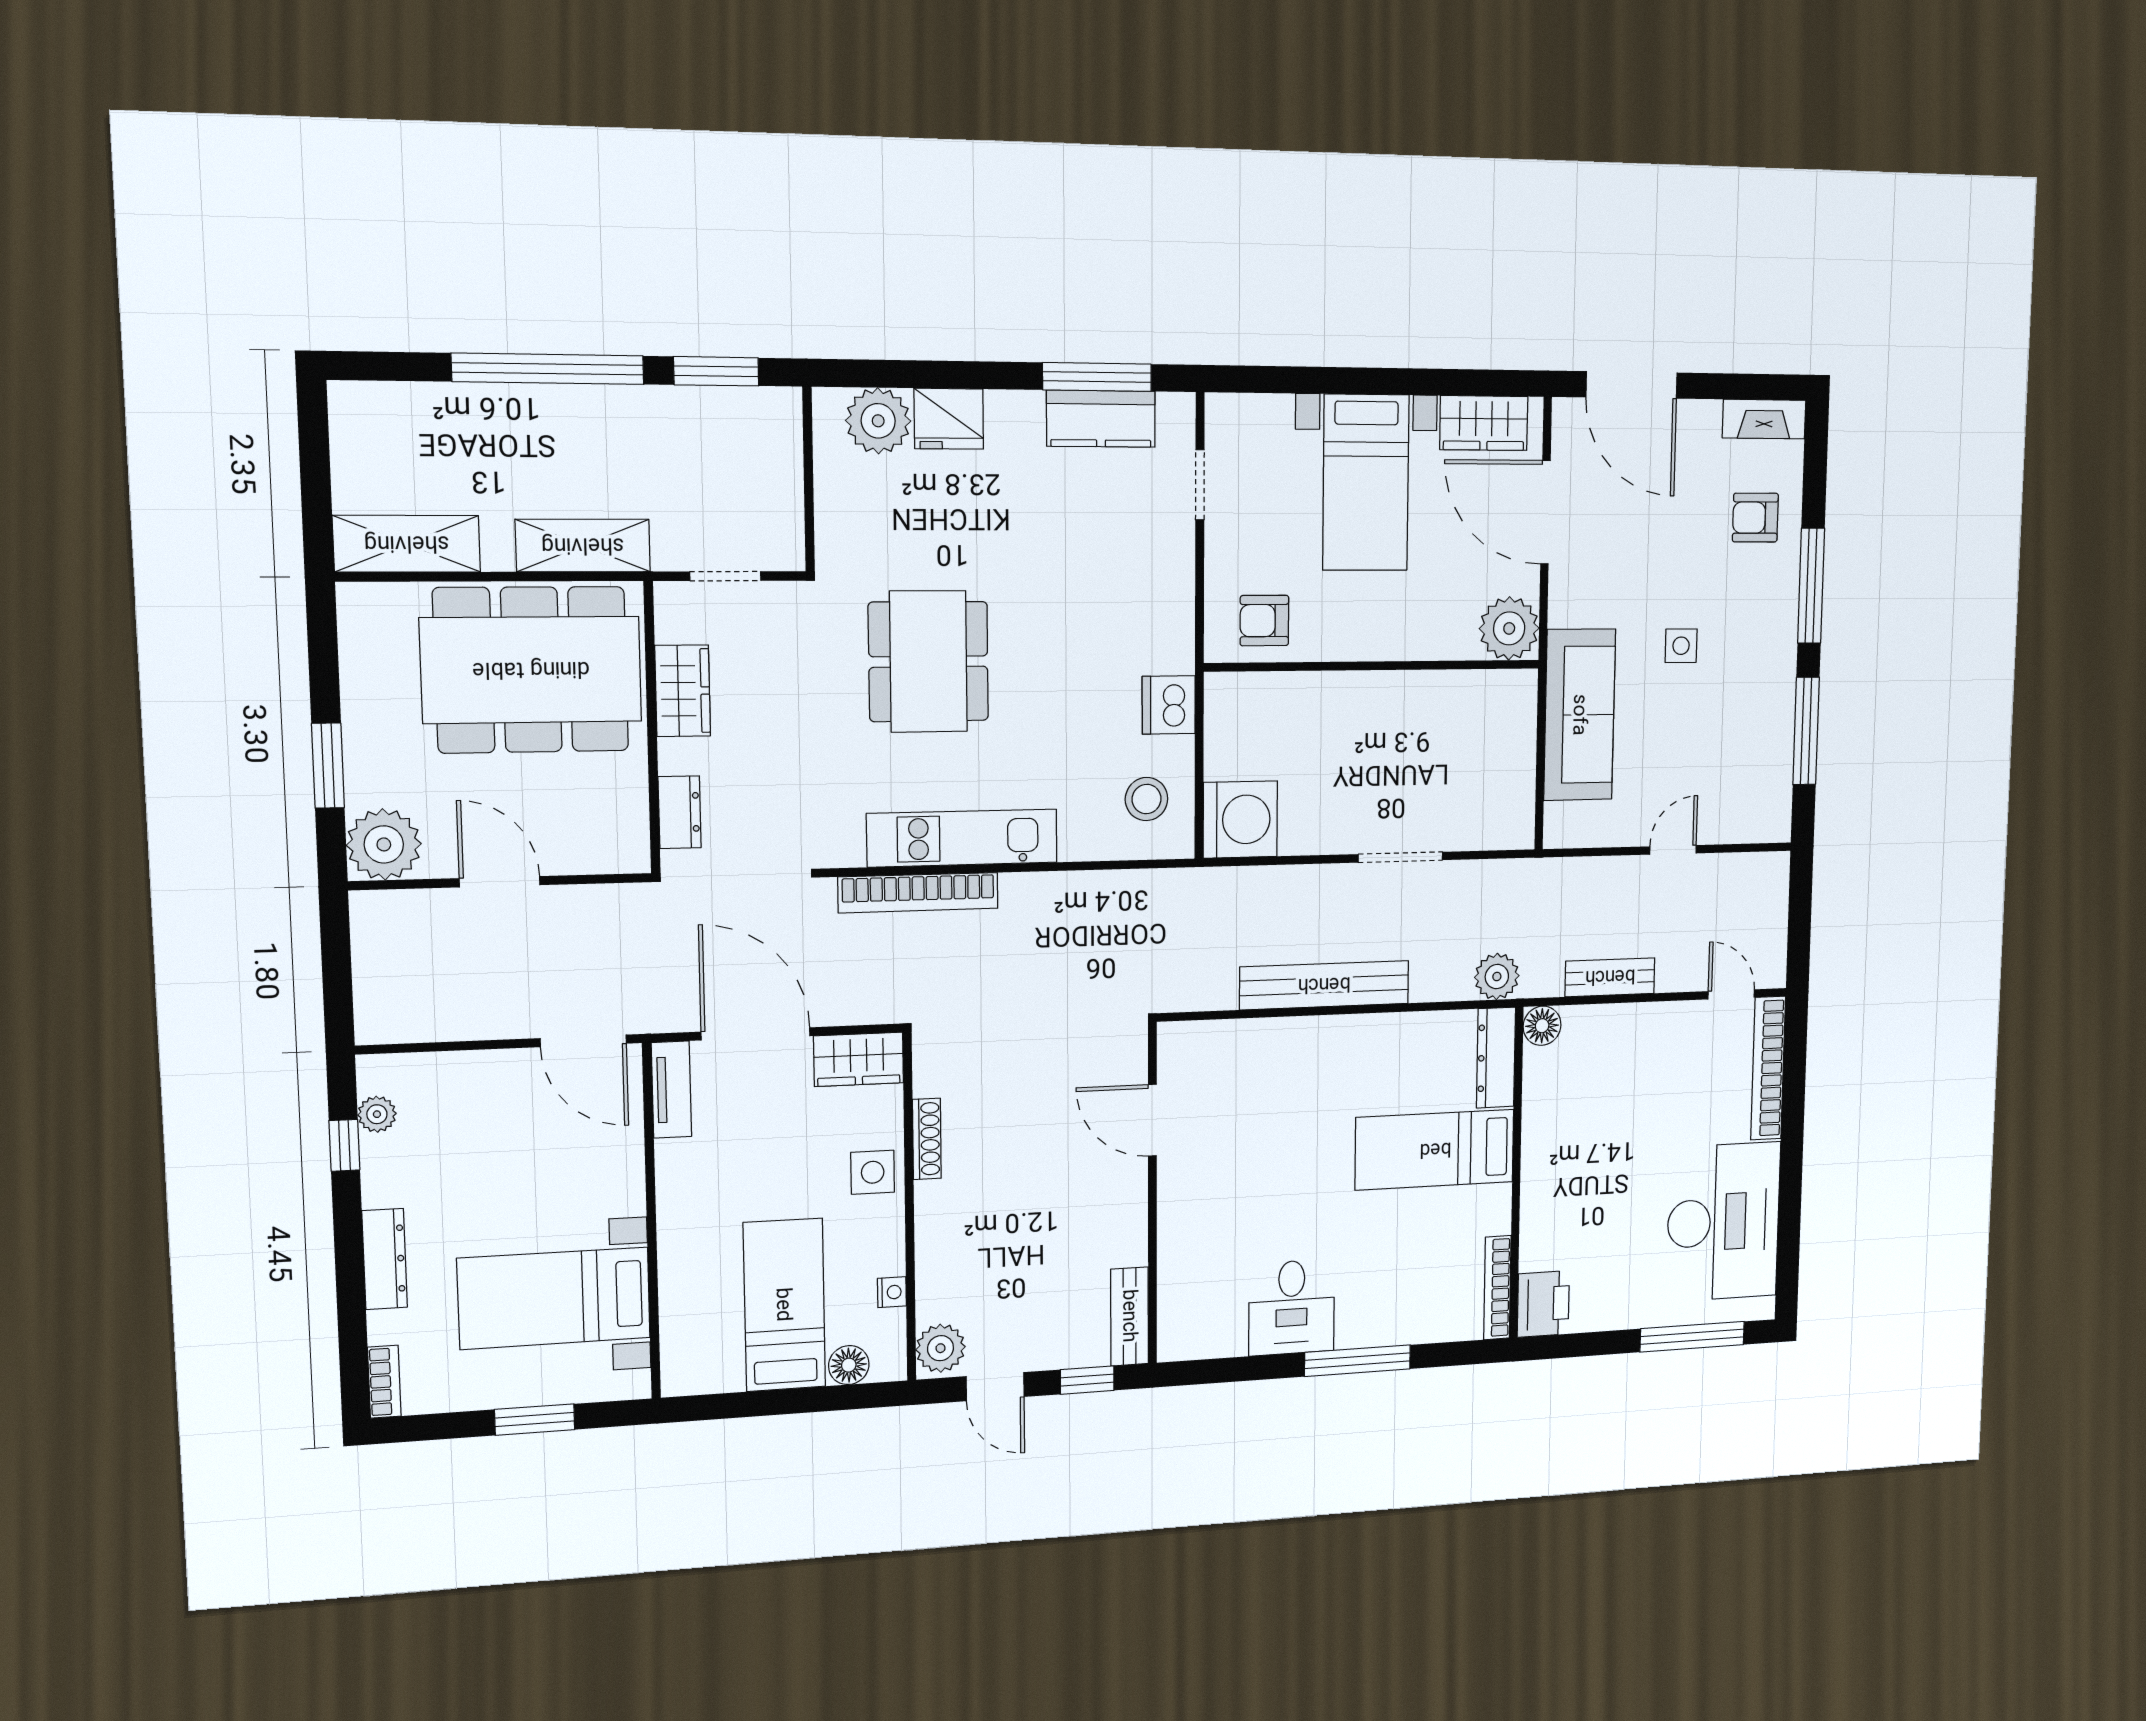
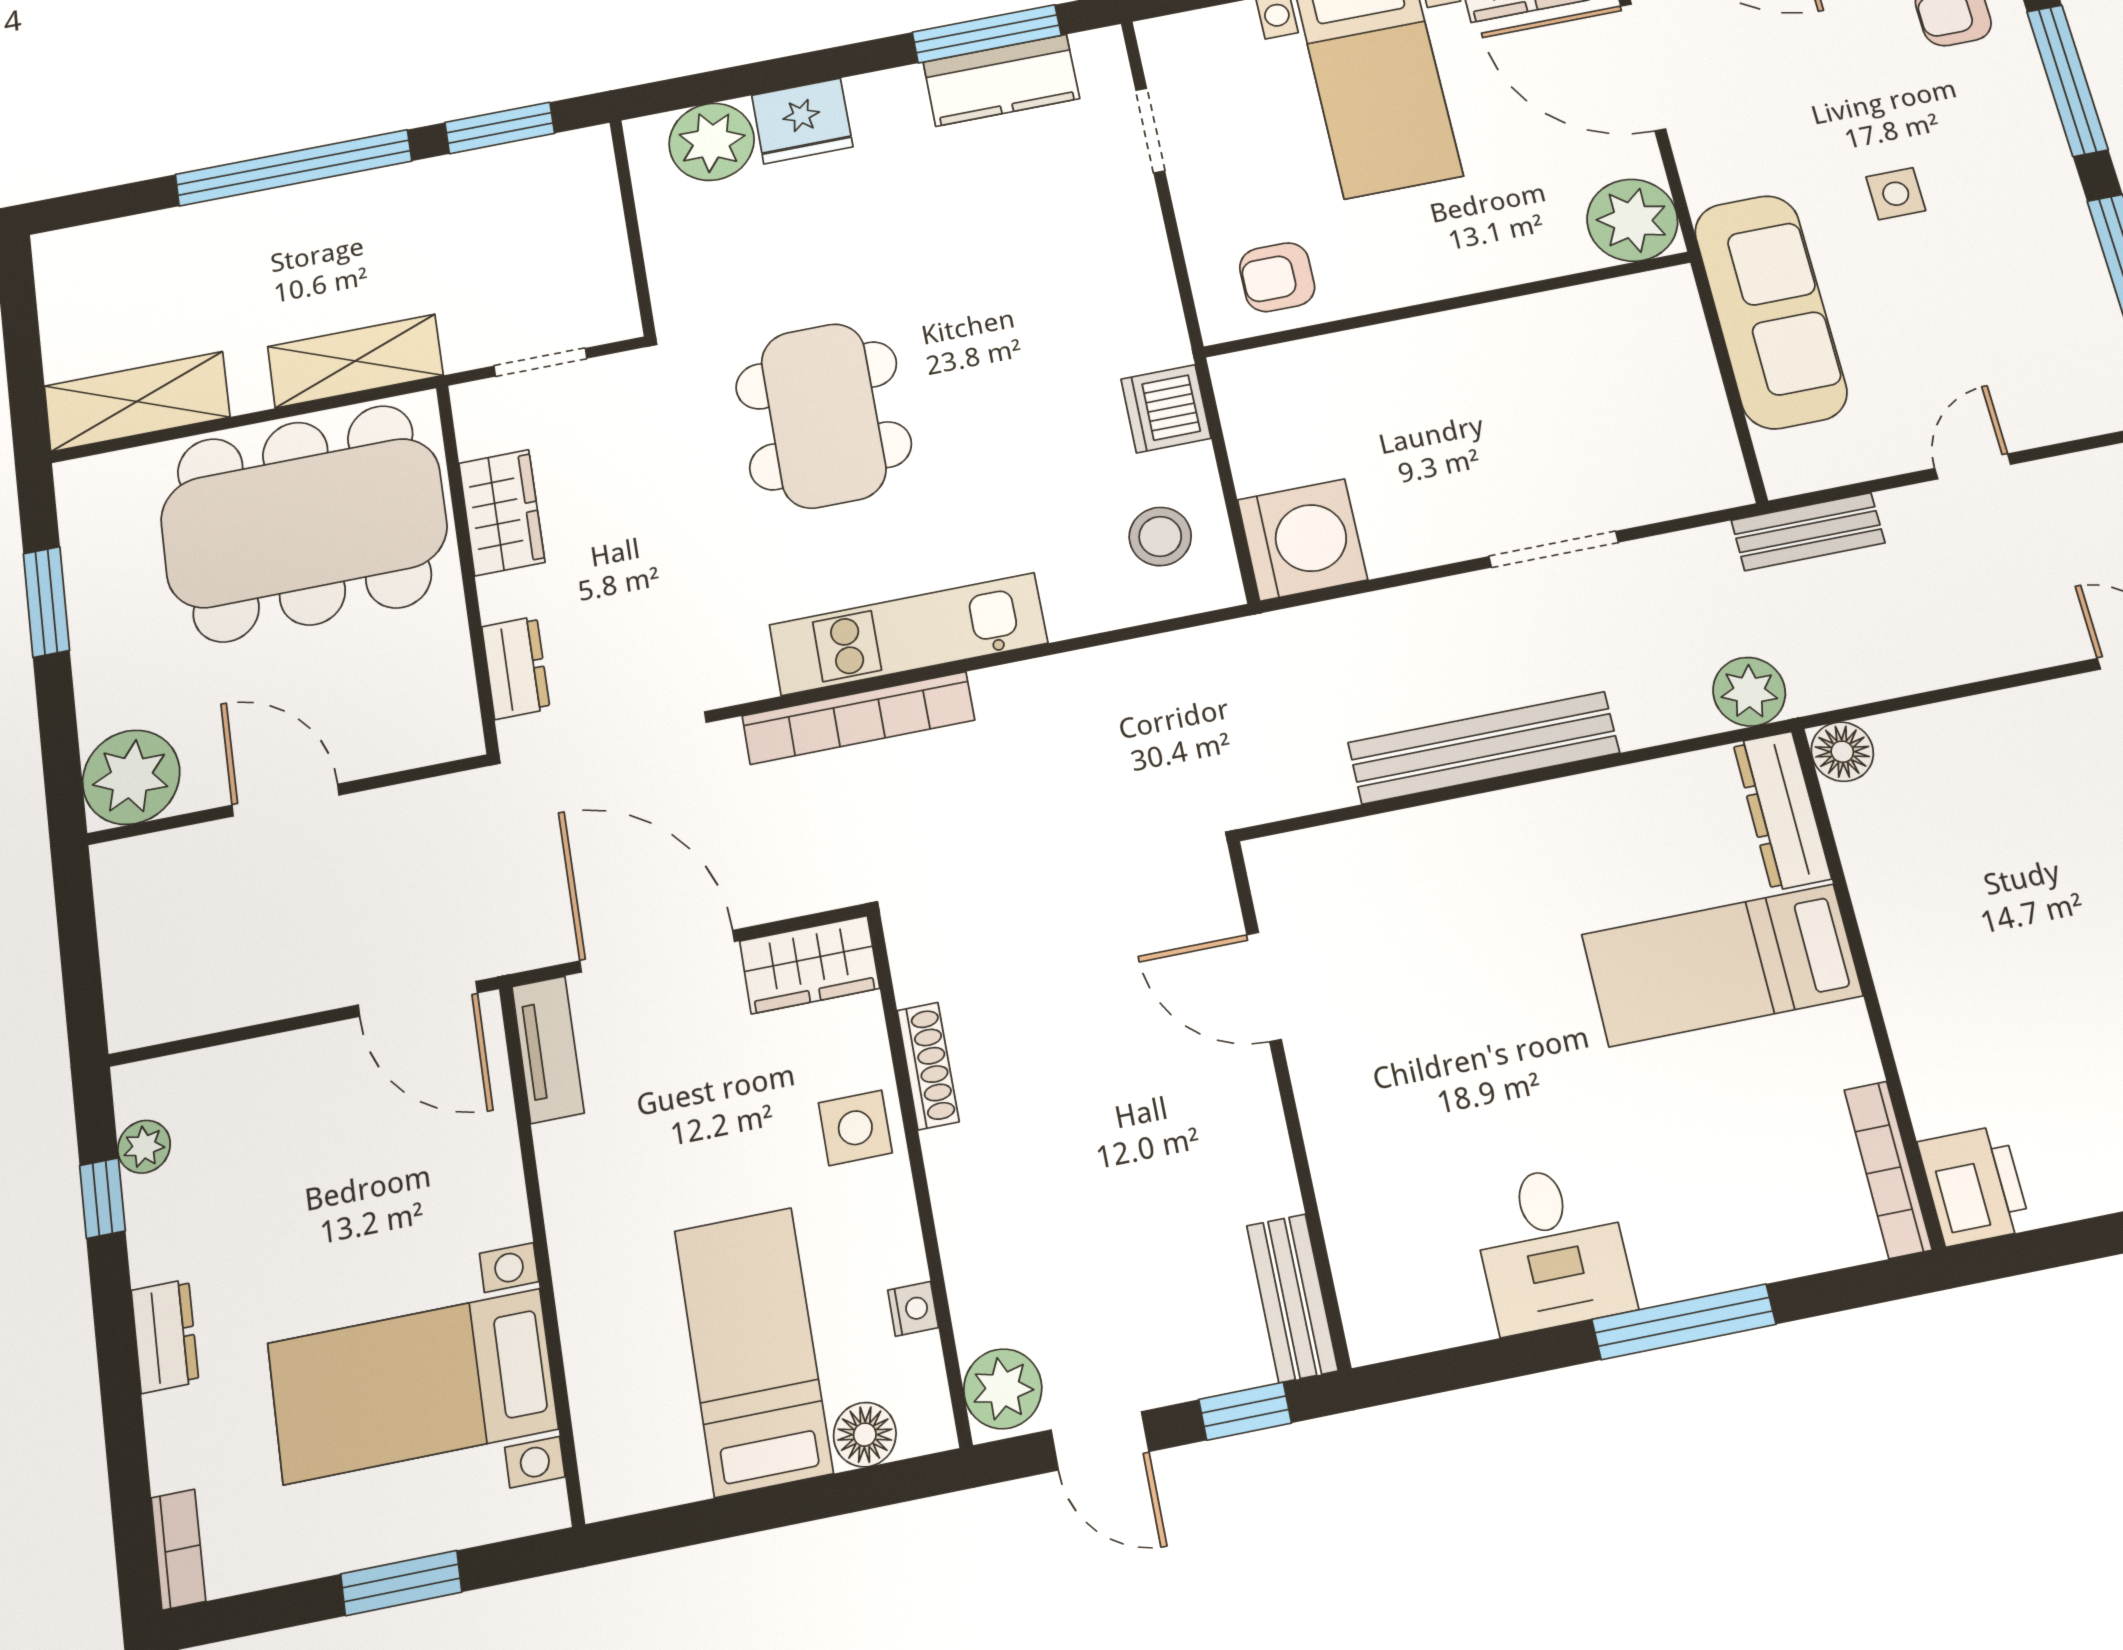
window: (328, 766) -> (46, 602), moved
bench: (1610, 977) -> (1808, 532), moved
dresser: (385, 1259) -> (165, 1336), width x0.70

